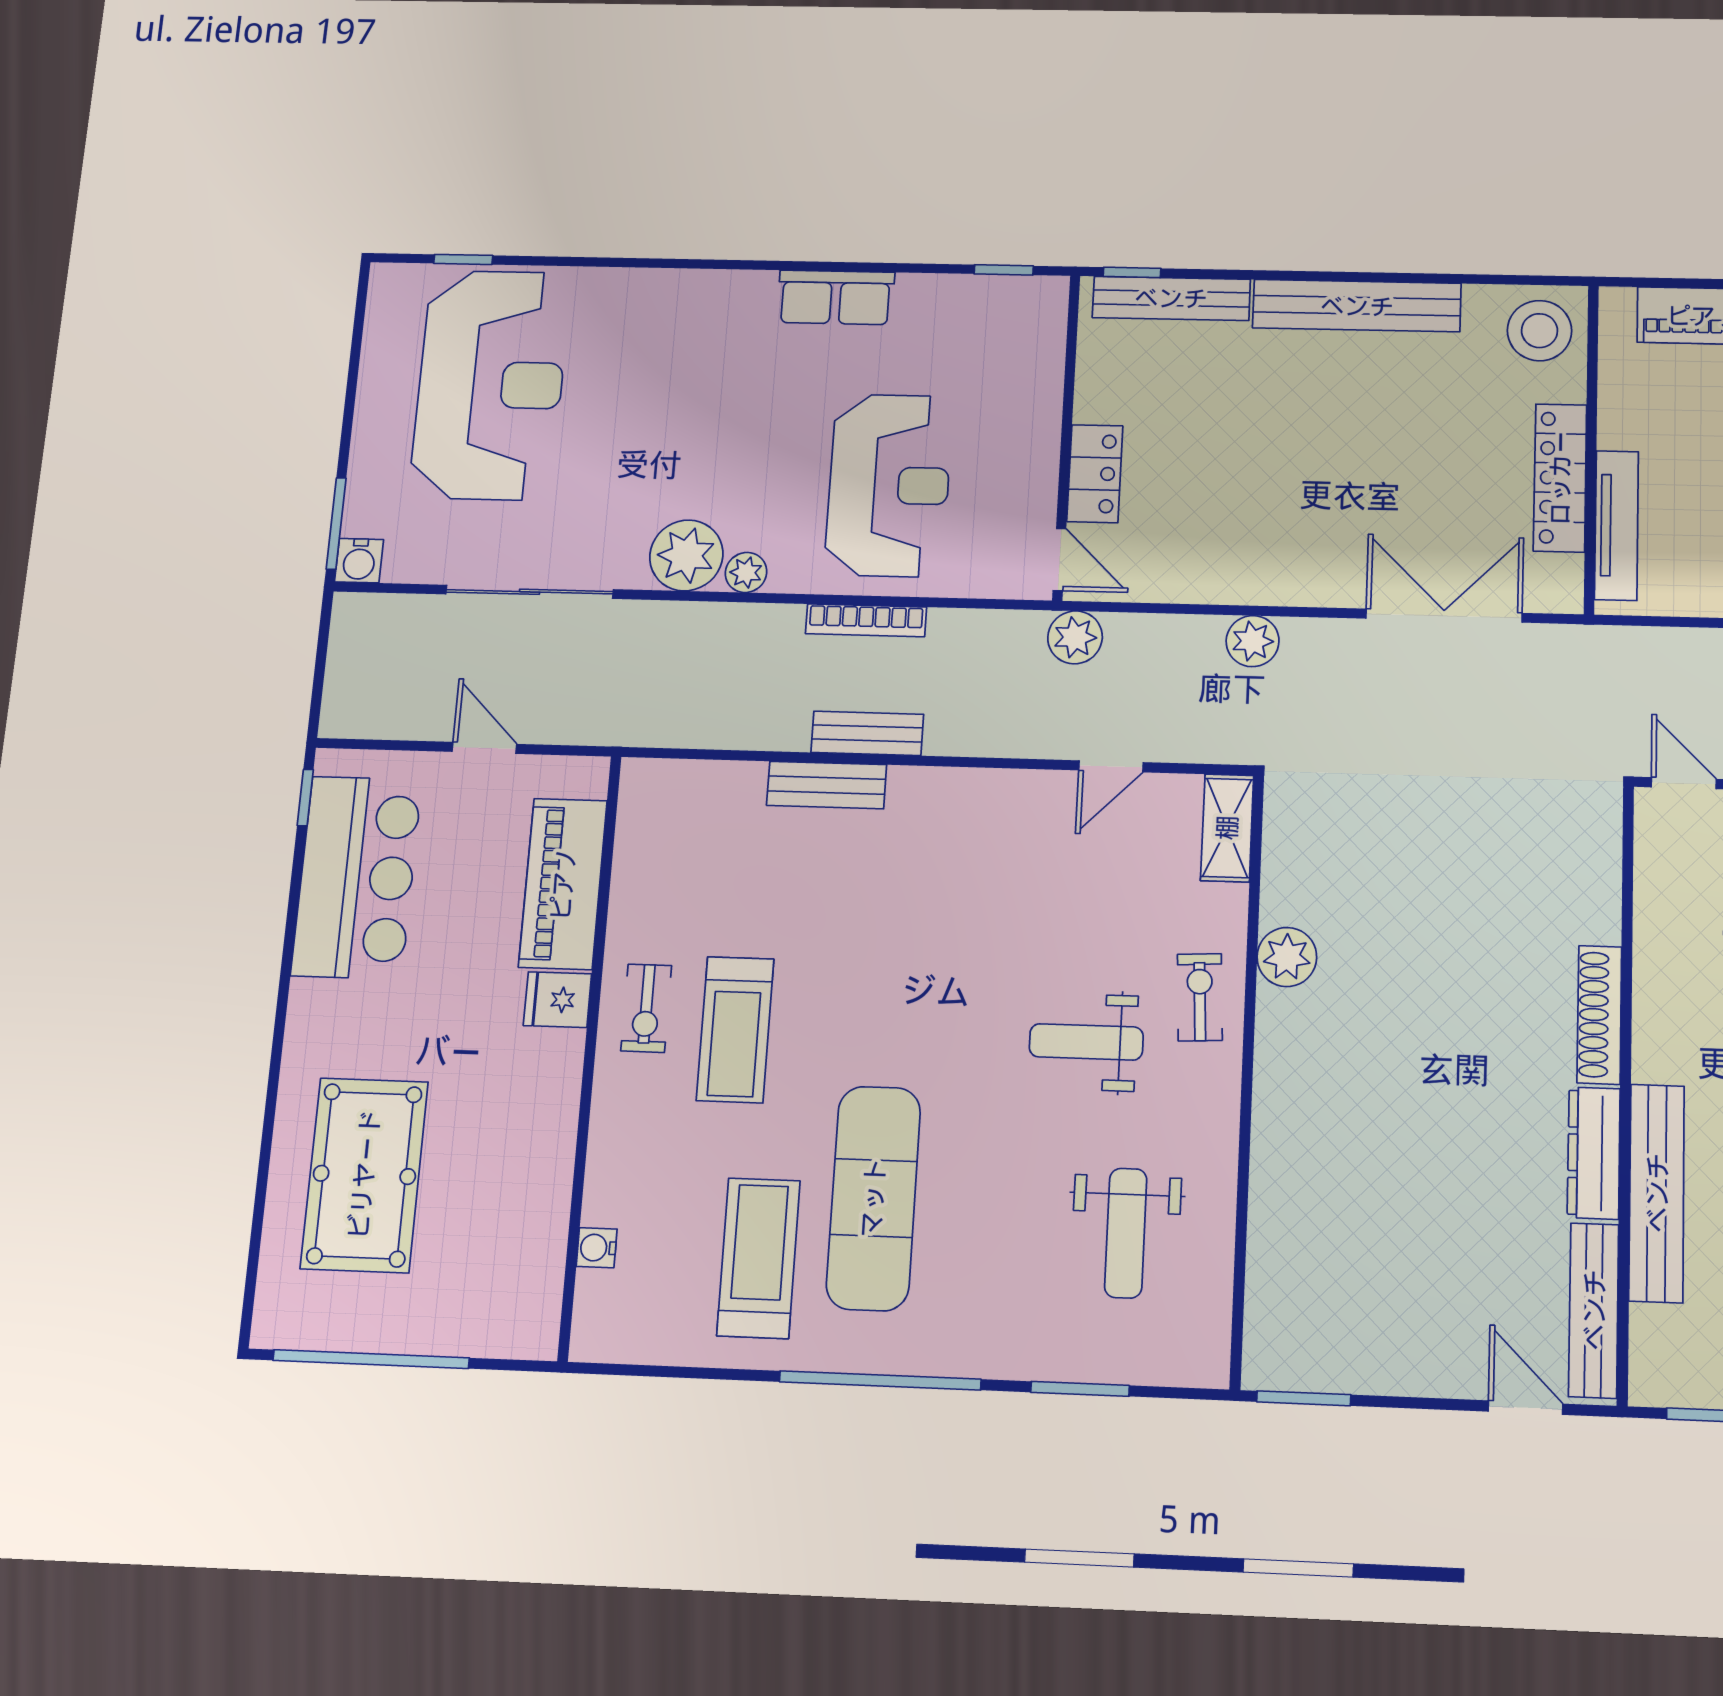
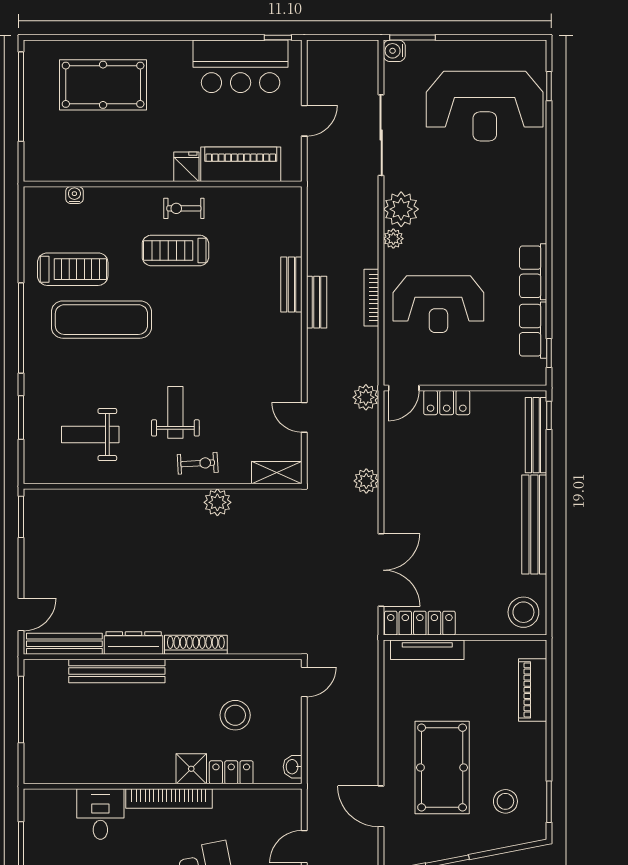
row of seats: (955, 300) -> (533, 330), added
locker: (1560, 478) -> (420, 623), moved

